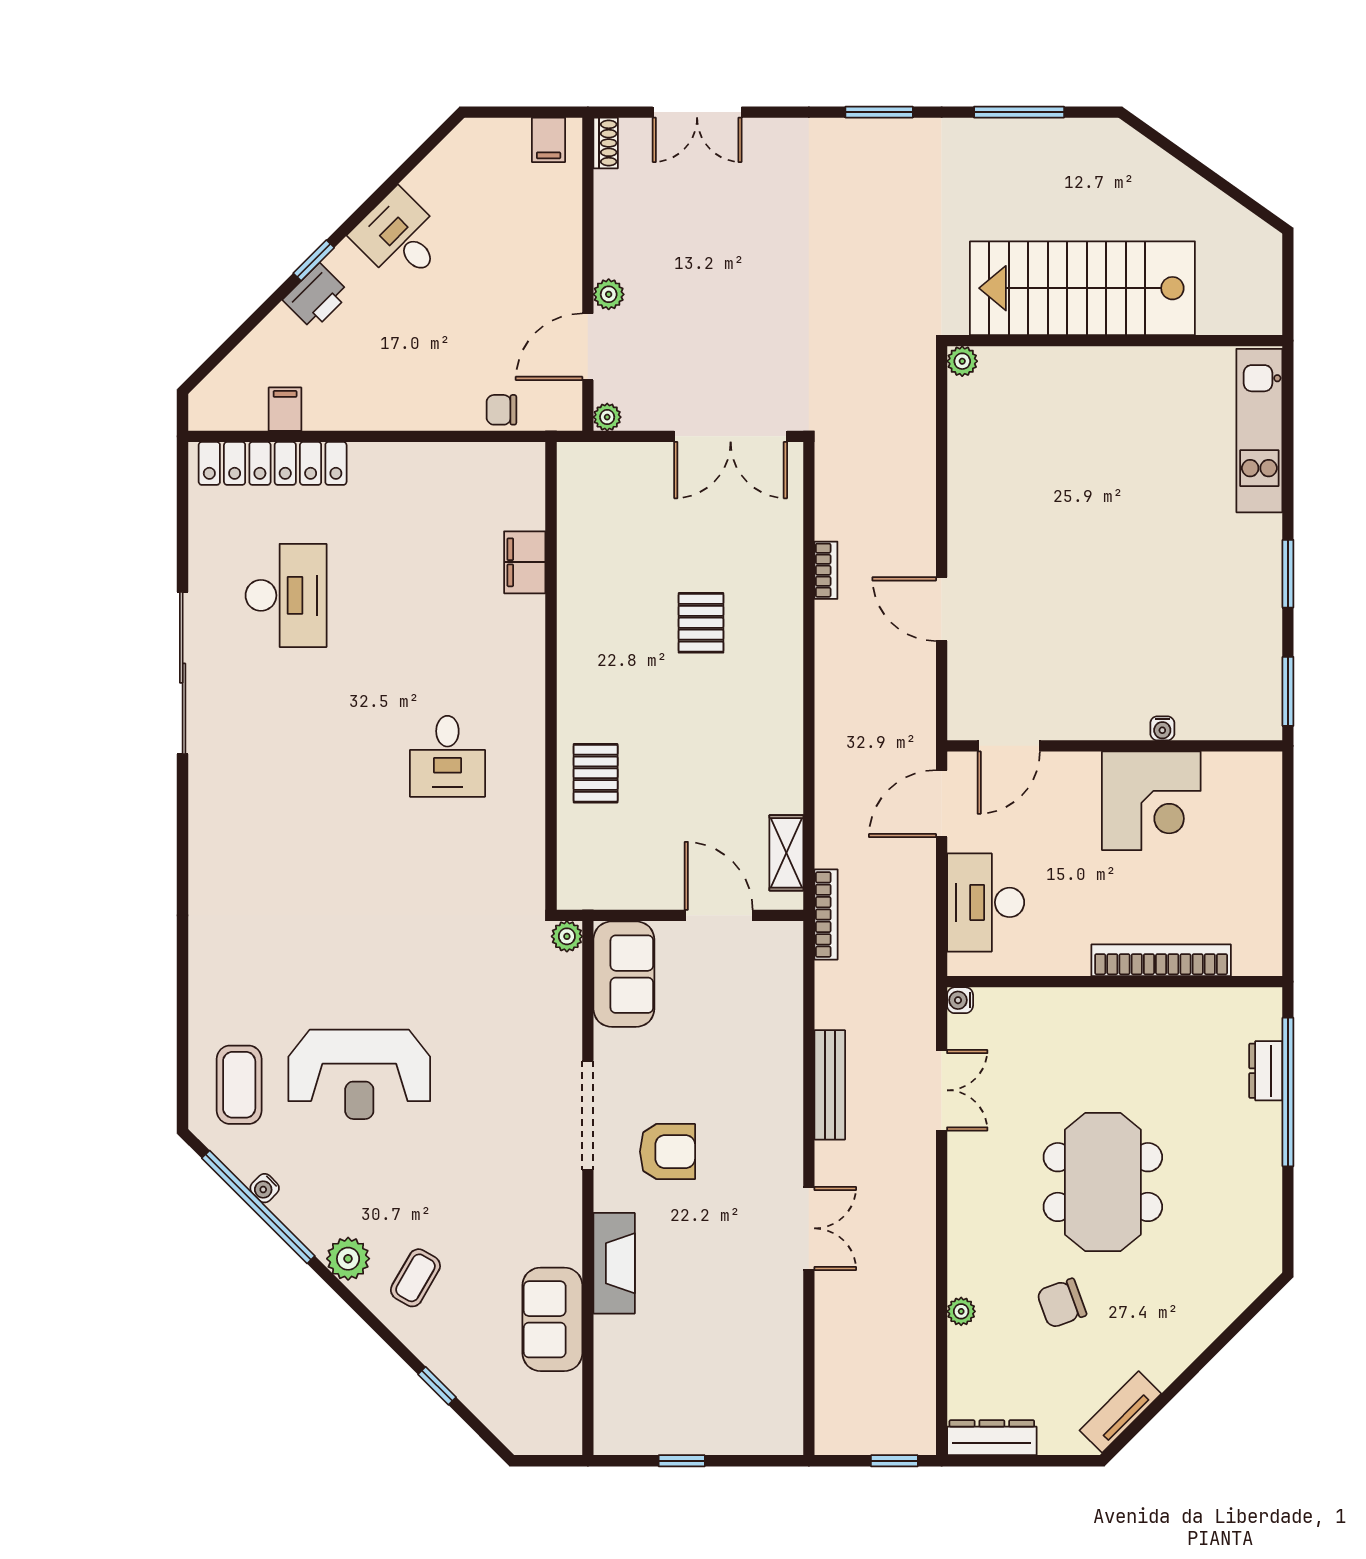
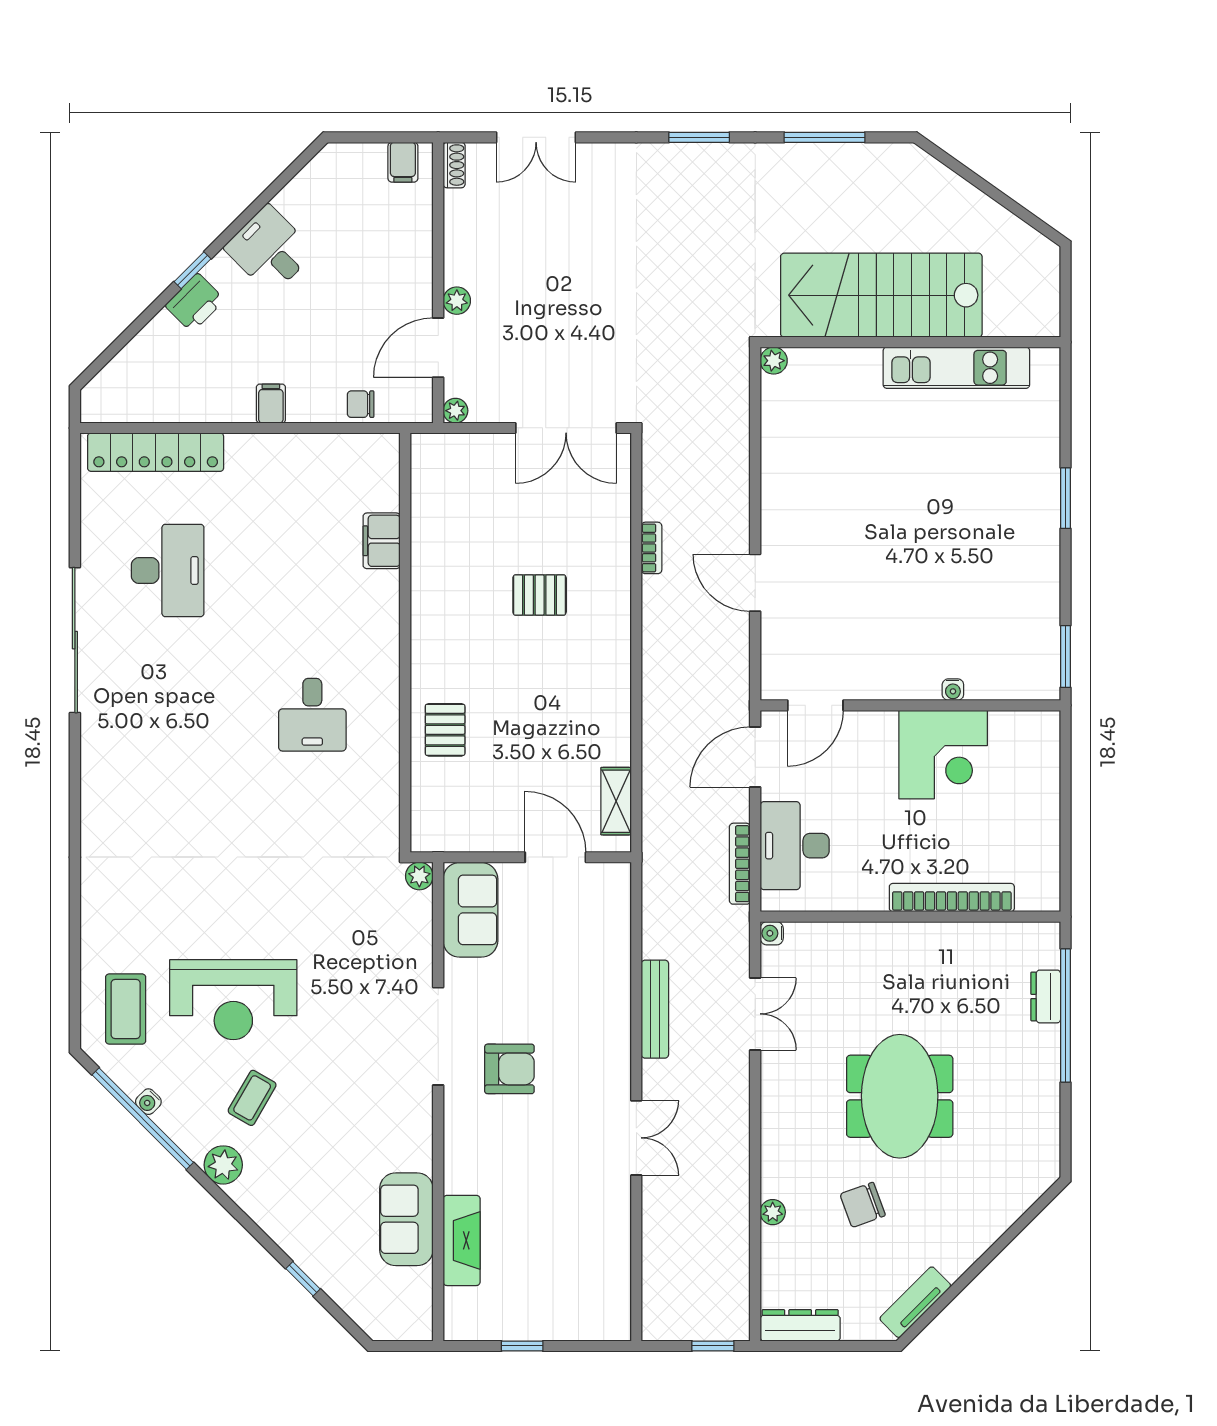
filing cabinet: (285, 409) -> (271, 404), moved
kitchen unit: (1259, 431) -> (956, 368), moved, turned -90
window: (1288, 574) -> (1066, 498), moved
pallet: (701, 623) -> (540, 595), turned 90
bookcase: (826, 915) -> (740, 864), moved, turned 180
fireplace: (614, 1263) -> (462, 1240), moved
coffee table: (415, 1278) -> (252, 1098), moved

